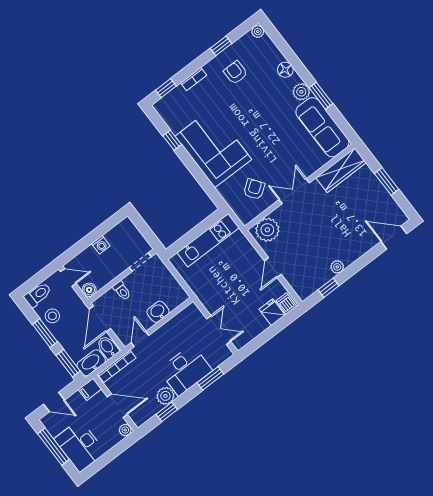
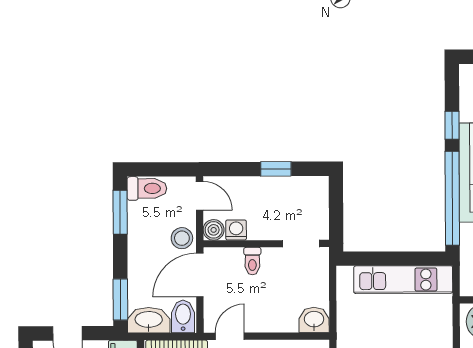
window: (201, 178) -> (452, 198), added
window: (97, 233) -> (276, 169), added
washing machine: (101, 245) -> (236, 230), moved, turned 180
washbasin: (158, 312) -> (314, 320), moved
stool: (52, 316) -> (182, 238), moved
window: (45, 333) -> (120, 212), moved

